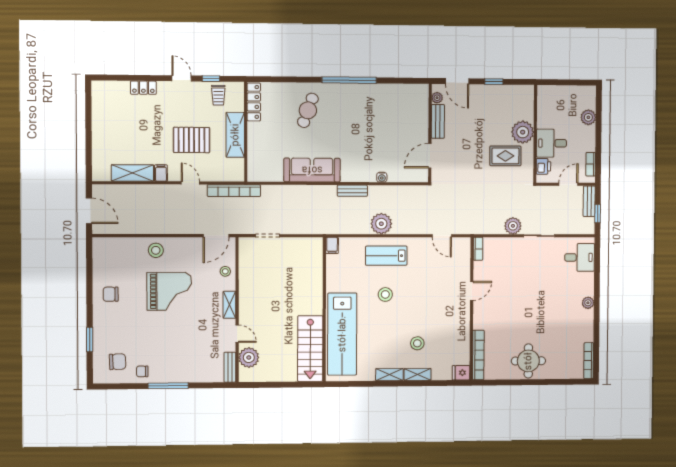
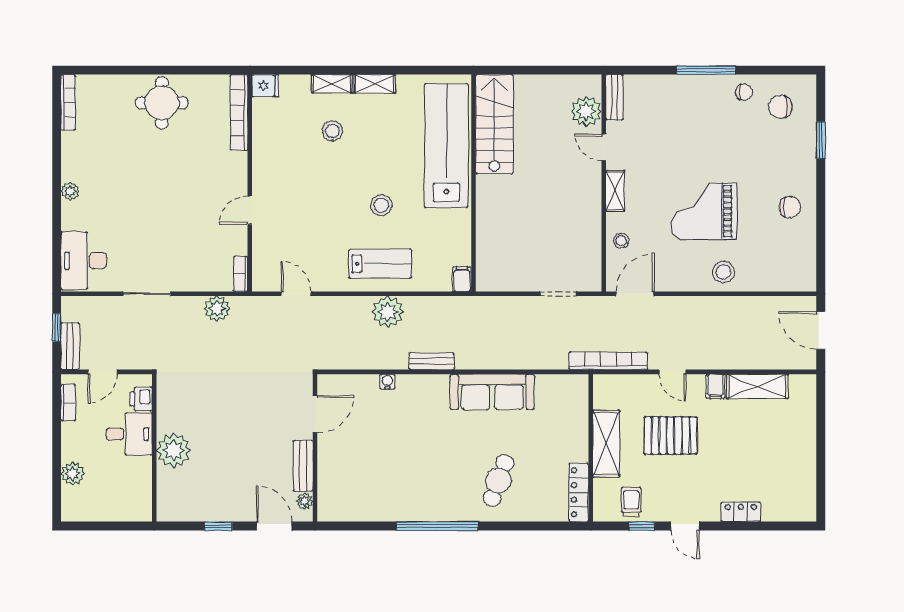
rug: (505, 156) -> (200, 414), removed
plant: (513, 226) -> (217, 309), moved
desk: (580, 257) -> (84, 261), width x1.37

